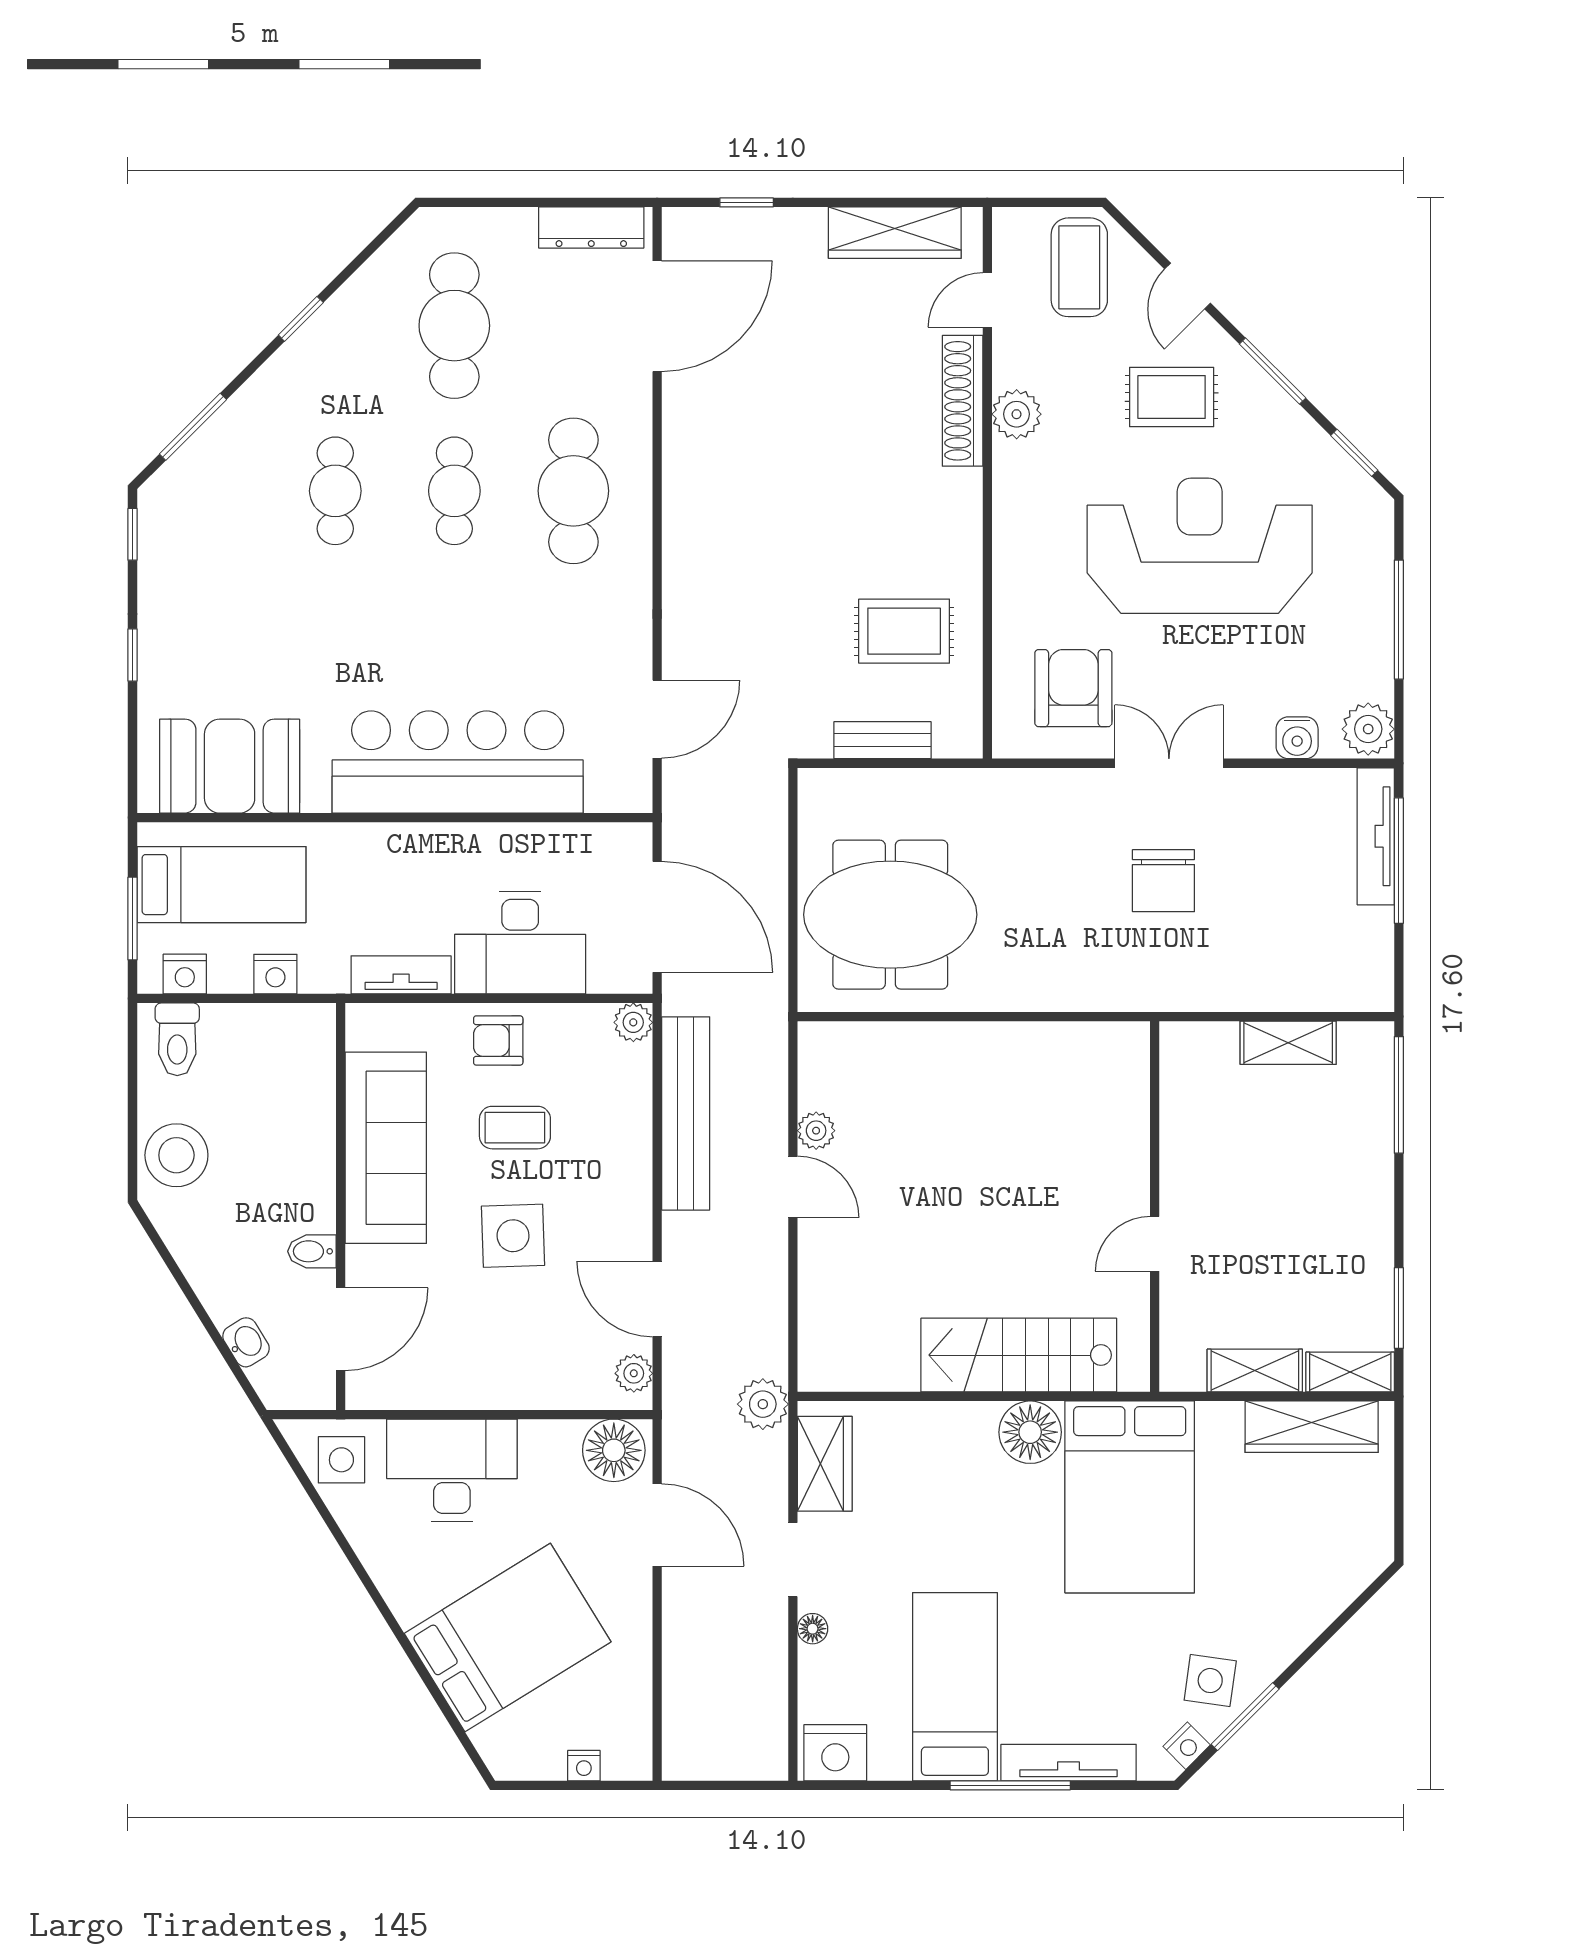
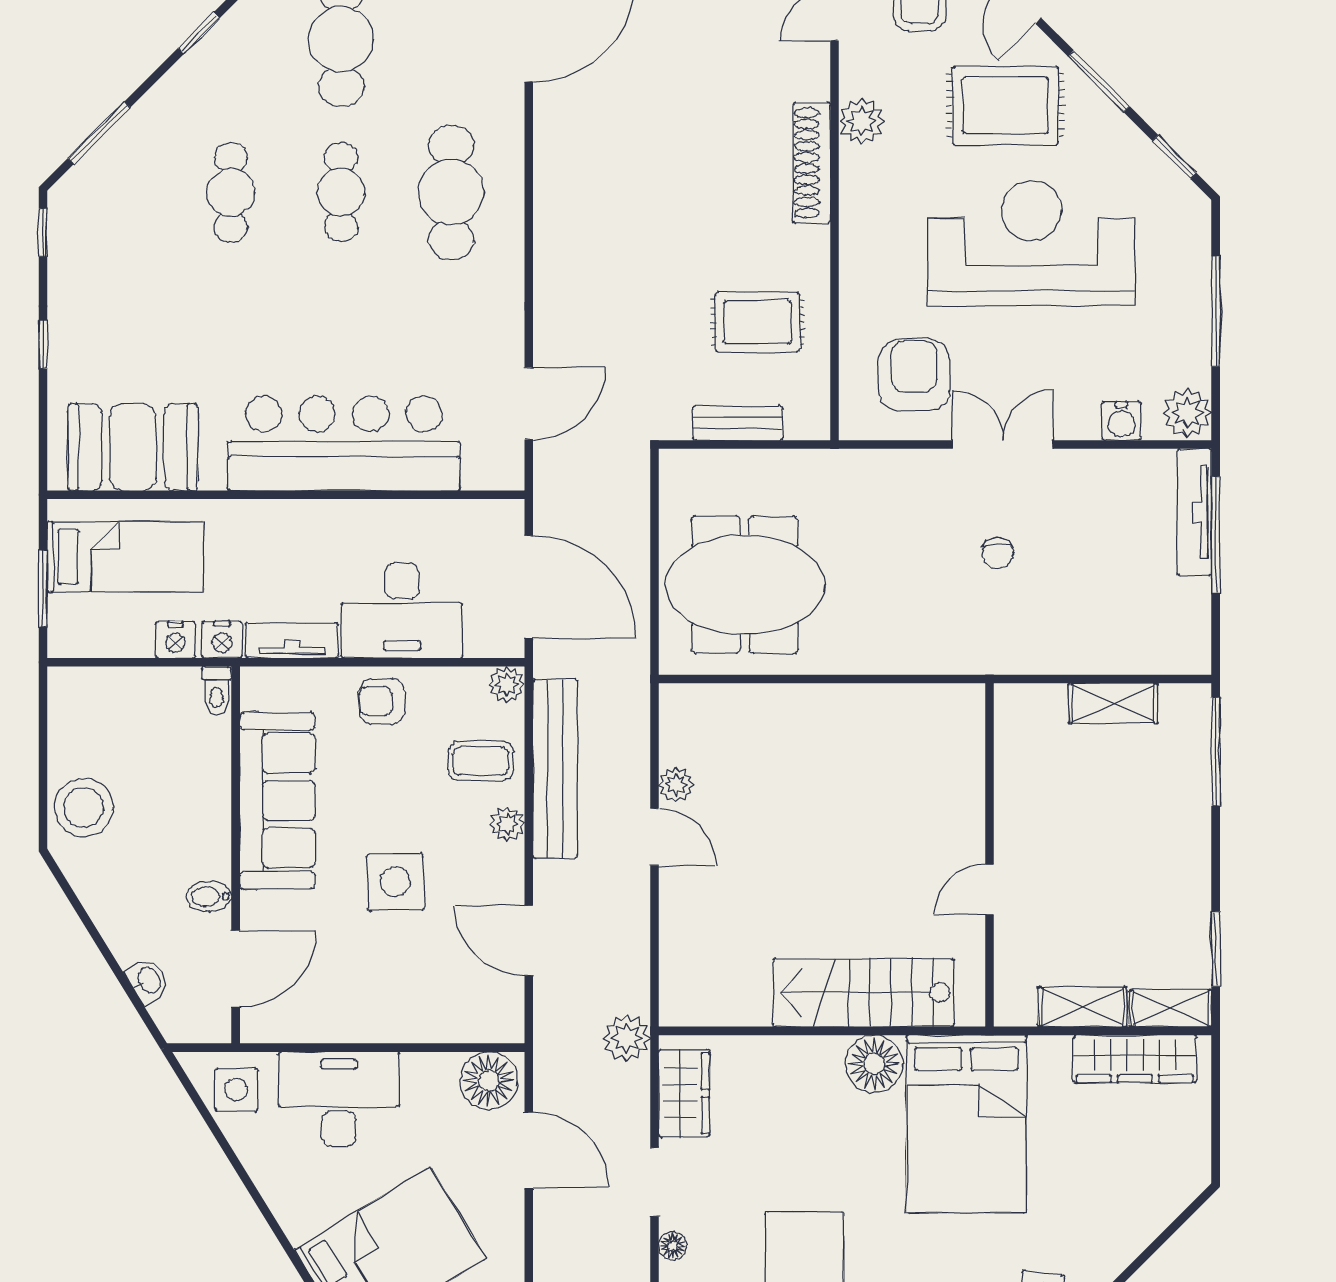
rug: (1172, 397) -> (1005, 105), width x1.36, depth x1.43
shoe rack: (963, 401) -> (812, 163), moved
chair: (1163, 881) -> (998, 553), width x0.54, depth x0.54
nightstand: (185, 974) -> (222, 640), moved
toilet: (177, 1039) -> (217, 691), moved, width x0.73, depth x0.72
coffee table: (515, 1128) -> (481, 761), moved
plant: (634, 1373) -> (507, 824), moved

